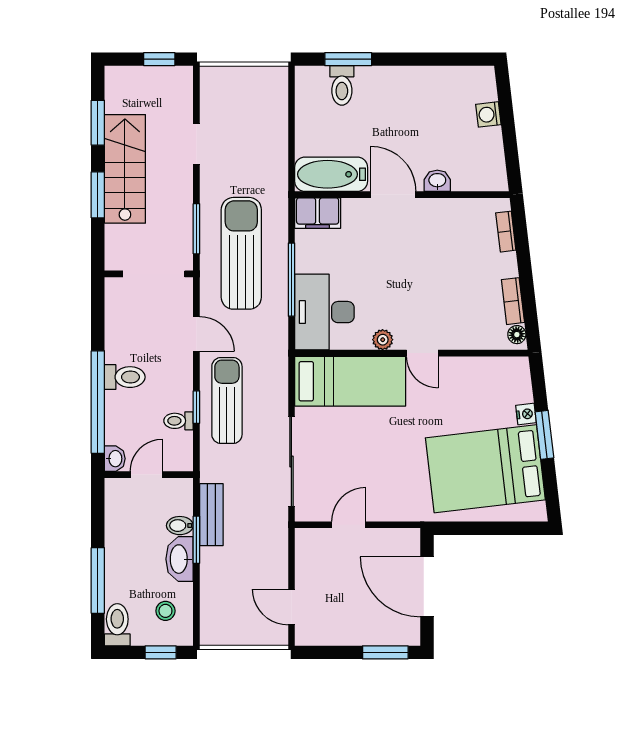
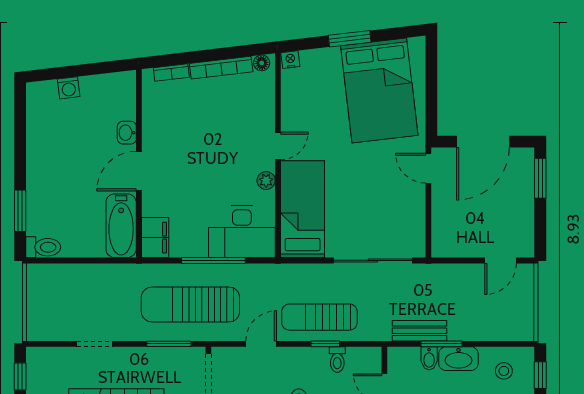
toilet: (342, 85) -> (43, 247), moved
bookcase: (513, 301) -> (221, 68), width x1.56
nightstand: (526, 414) -> (290, 60), moved
door: (349, 525) -> (428, 168), moved

